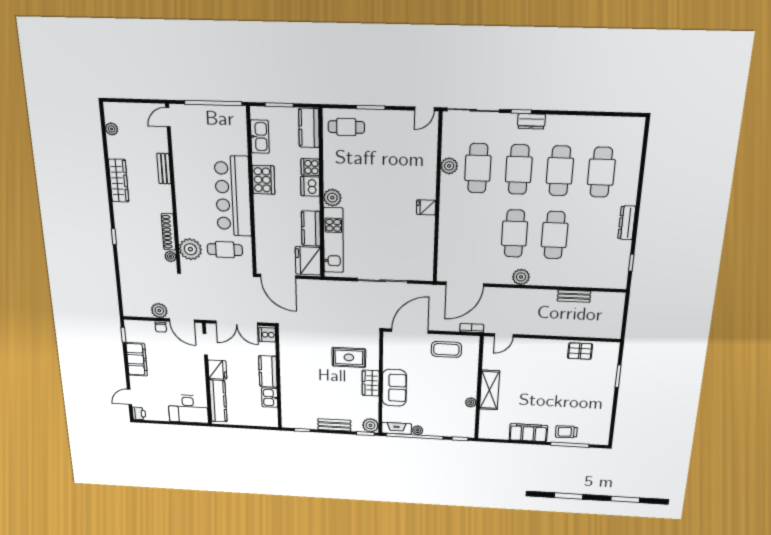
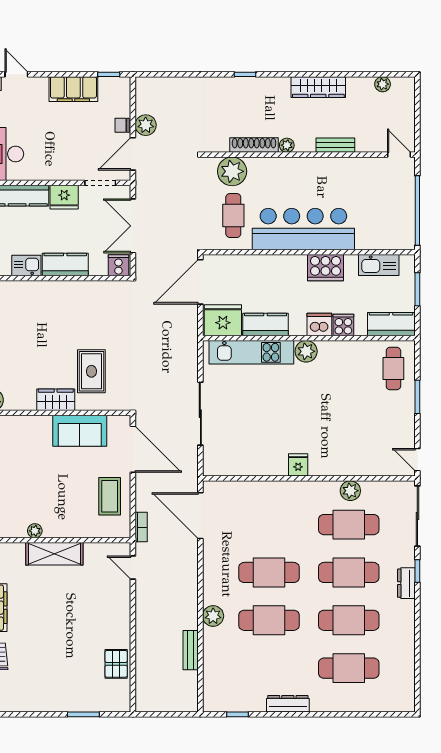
plant: (171, 256) -> (287, 145), moved
plant: (521, 277) -> (213, 616), moved
sofa: (394, 388) -> (80, 431), moved

